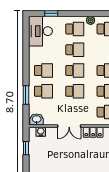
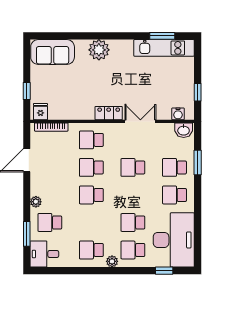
desk: (40, 31) -> (174, 240), width x1.36, depth x1.30
school desk: (75, 71) -> (133, 195), removed

